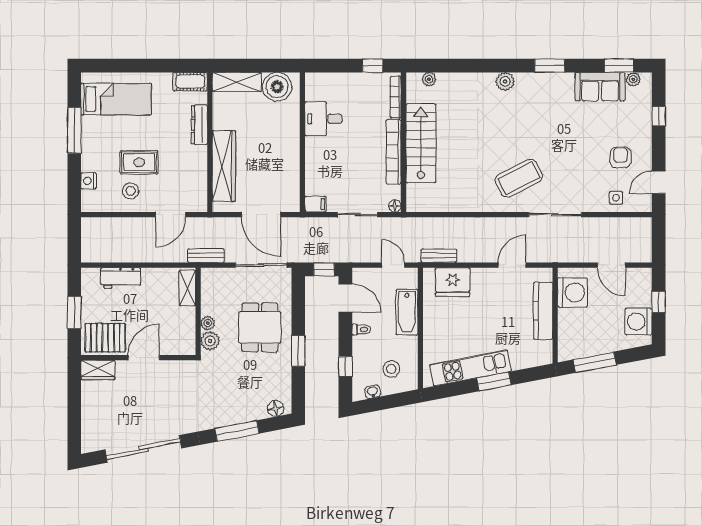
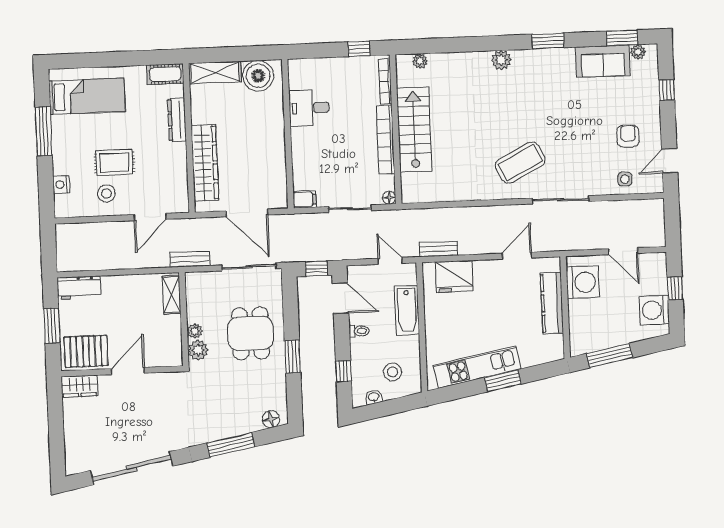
workbench: (121, 278) -> (79, 288), moved

